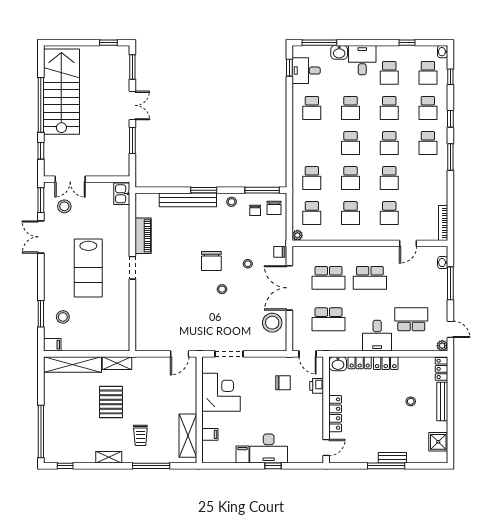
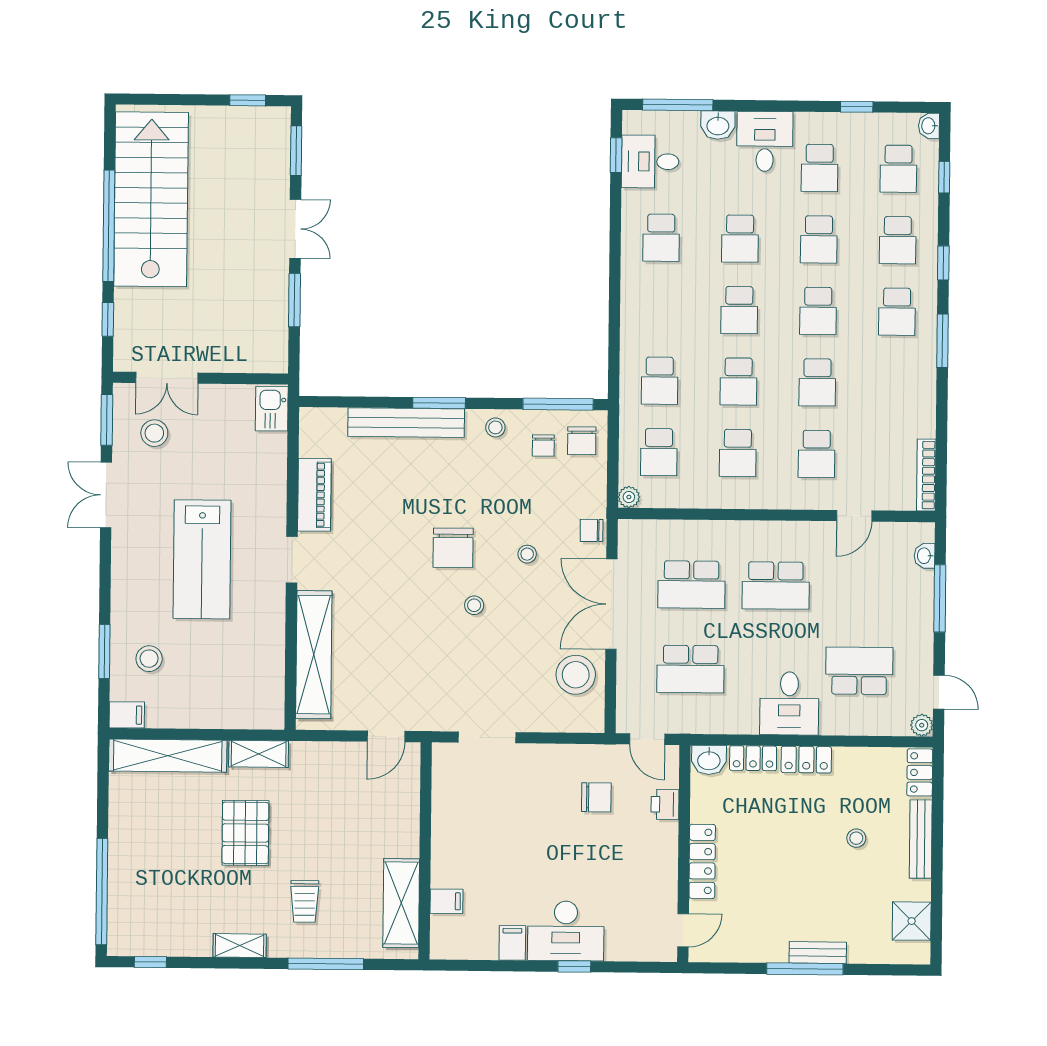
shelving: (144, 314) -> (314, 655), added
corner desk: (221, 392) -> (470, 815), removed

